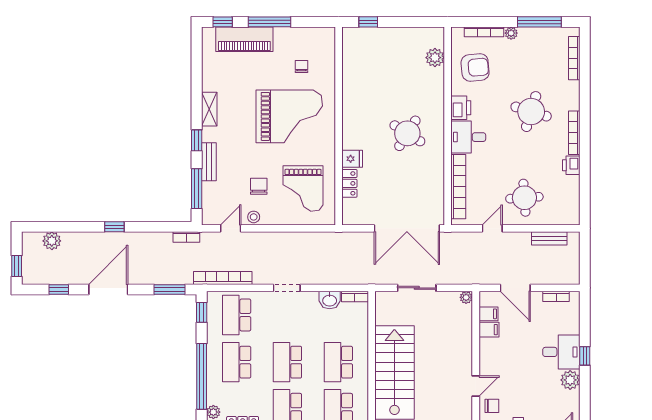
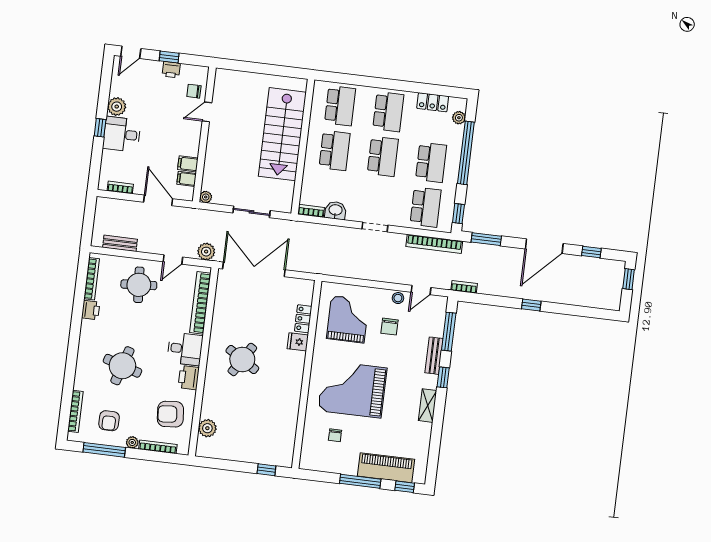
armchair: (538, 53) -> (109, 421), added
bookcase: (574, 133) -> (92, 279), moved
plant: (52, 241) -> (206, 252), moved

